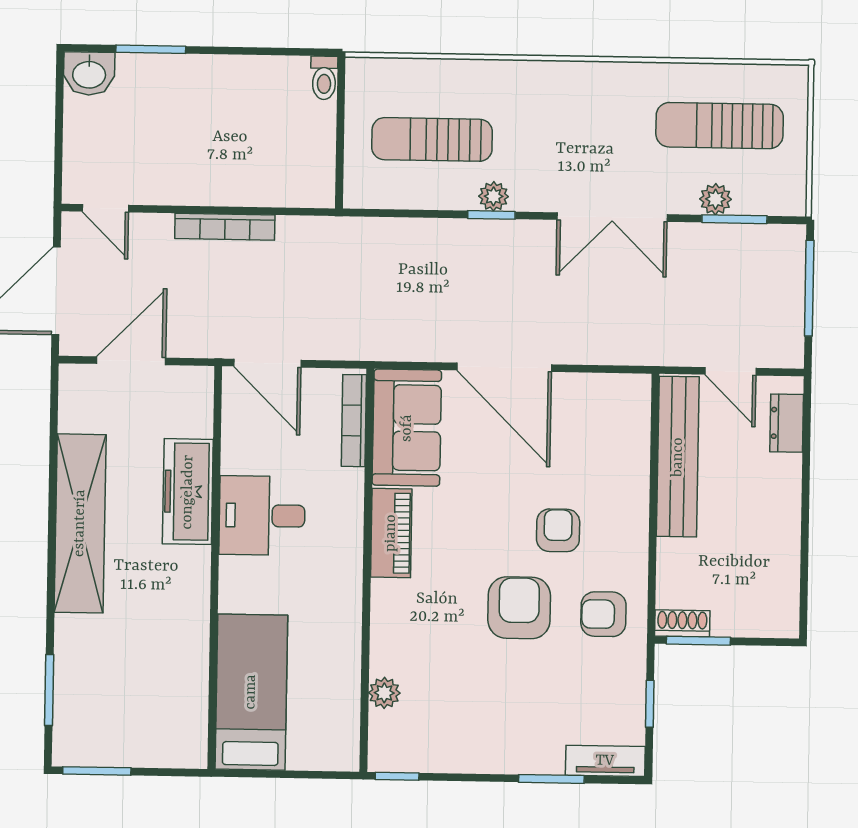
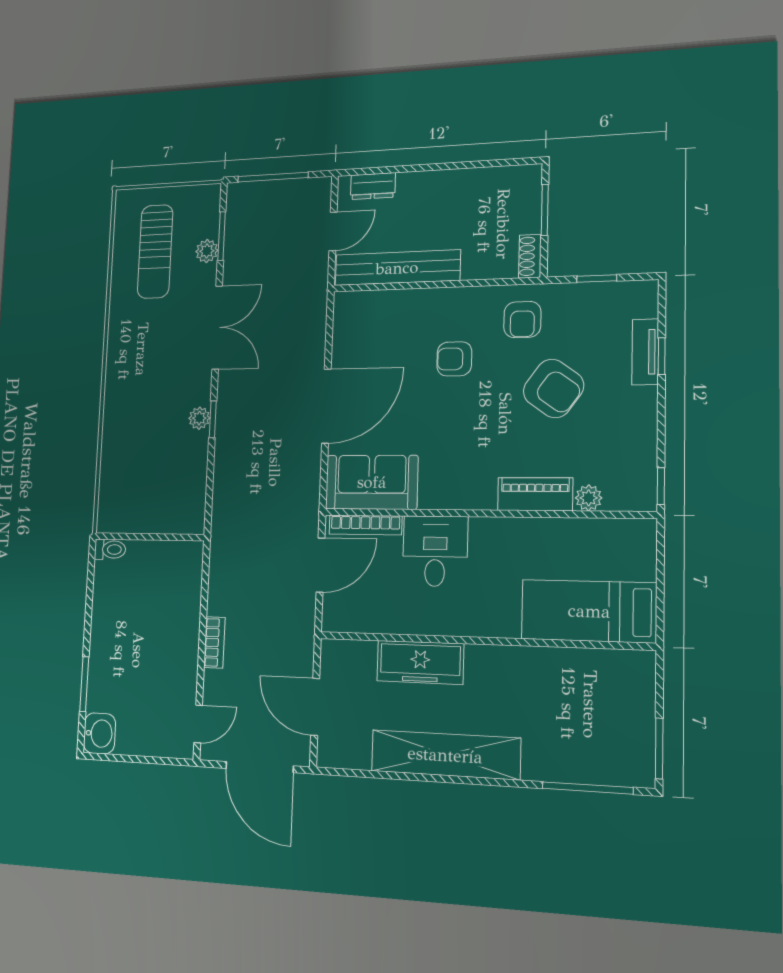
sun lounger: (432, 139) -> (157, 466), removed
bookcase: (225, 227) -> (214, 642), width x0.64
door: (267, 363) -> (321, 565), moved
desk: (262, 516) -> (435, 551), moved, turned 180
piano: (391, 533) -> (535, 494), moved
armchair: (519, 608) -> (554, 388), moved, turned -144
window: (698, 641) -> (545, 210), moved
window: (49, 690) -> (588, 788), width x1.44
tv unit: (605, 761) -> (645, 352), moved
window: (551, 779) -> (662, 356), width x0.67

